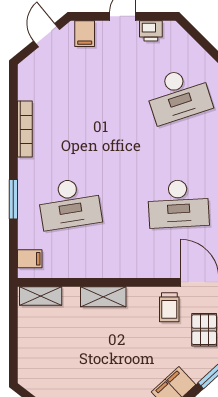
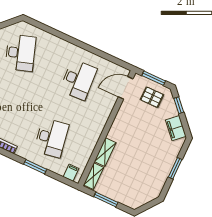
shelving: (103, 297) -> (105, 152), moved
trolley: (169, 307) -> (131, 110), removed
window: (13, 332) -> (106, 199), added

